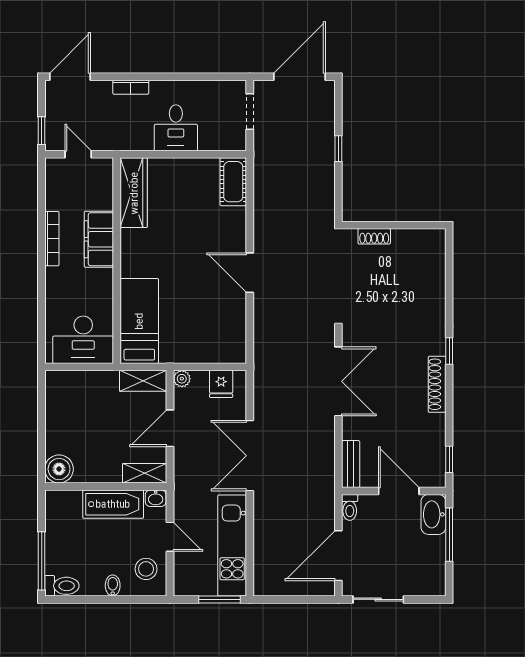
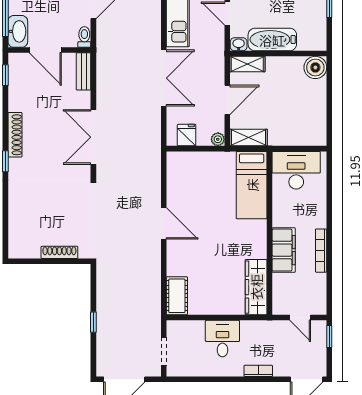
shoe rack: (374, 236) -> (59, 252), width x1.43

